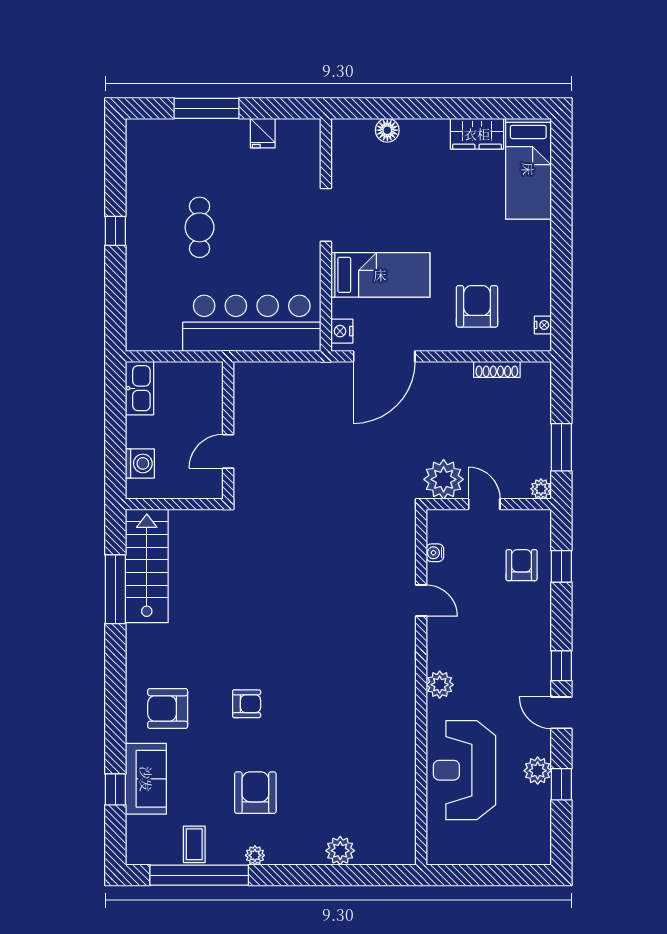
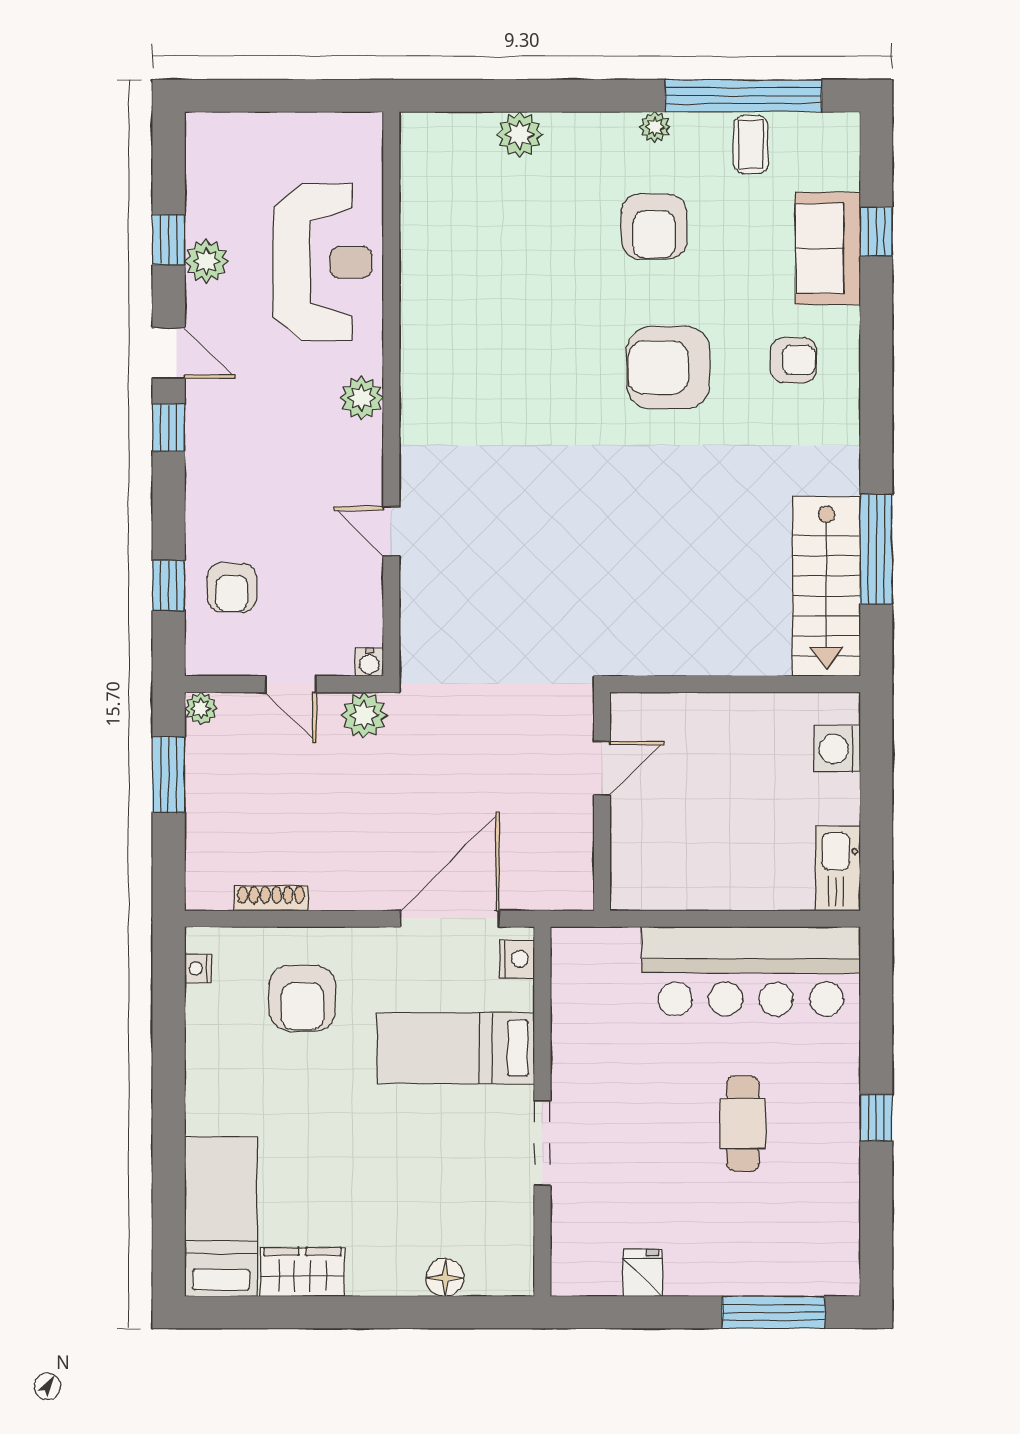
window: (207, 108) -> (774, 1312), moved
bar counter: (252, 323) -> (751, 971), moved
wall: (228, 430) -> (602, 801), moved
door: (228, 451) -> (602, 768), moved
plant: (444, 479) -> (364, 715), width x0.73, depth x0.73
water cooler: (435, 553) -> (369, 662), moved, turned 90
armchair: (247, 704) -> (668, 368), width x1.88, depth x1.88
armchair: (168, 709) -> (793, 360), width x0.72, depth x0.72

